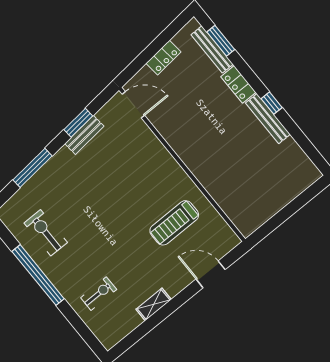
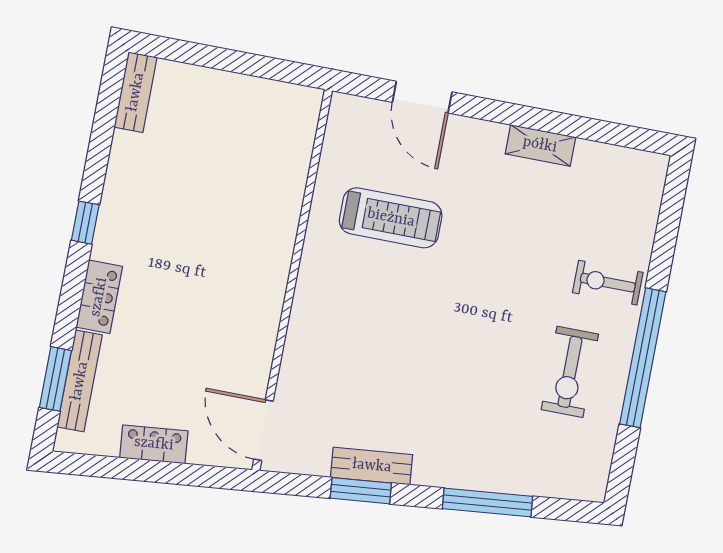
bench: (268, 119) -> (136, 92), moved, width x0.73
exercise bike: (46, 233) -> (570, 372), moved
exercise bike: (99, 294) -> (608, 283), moved

